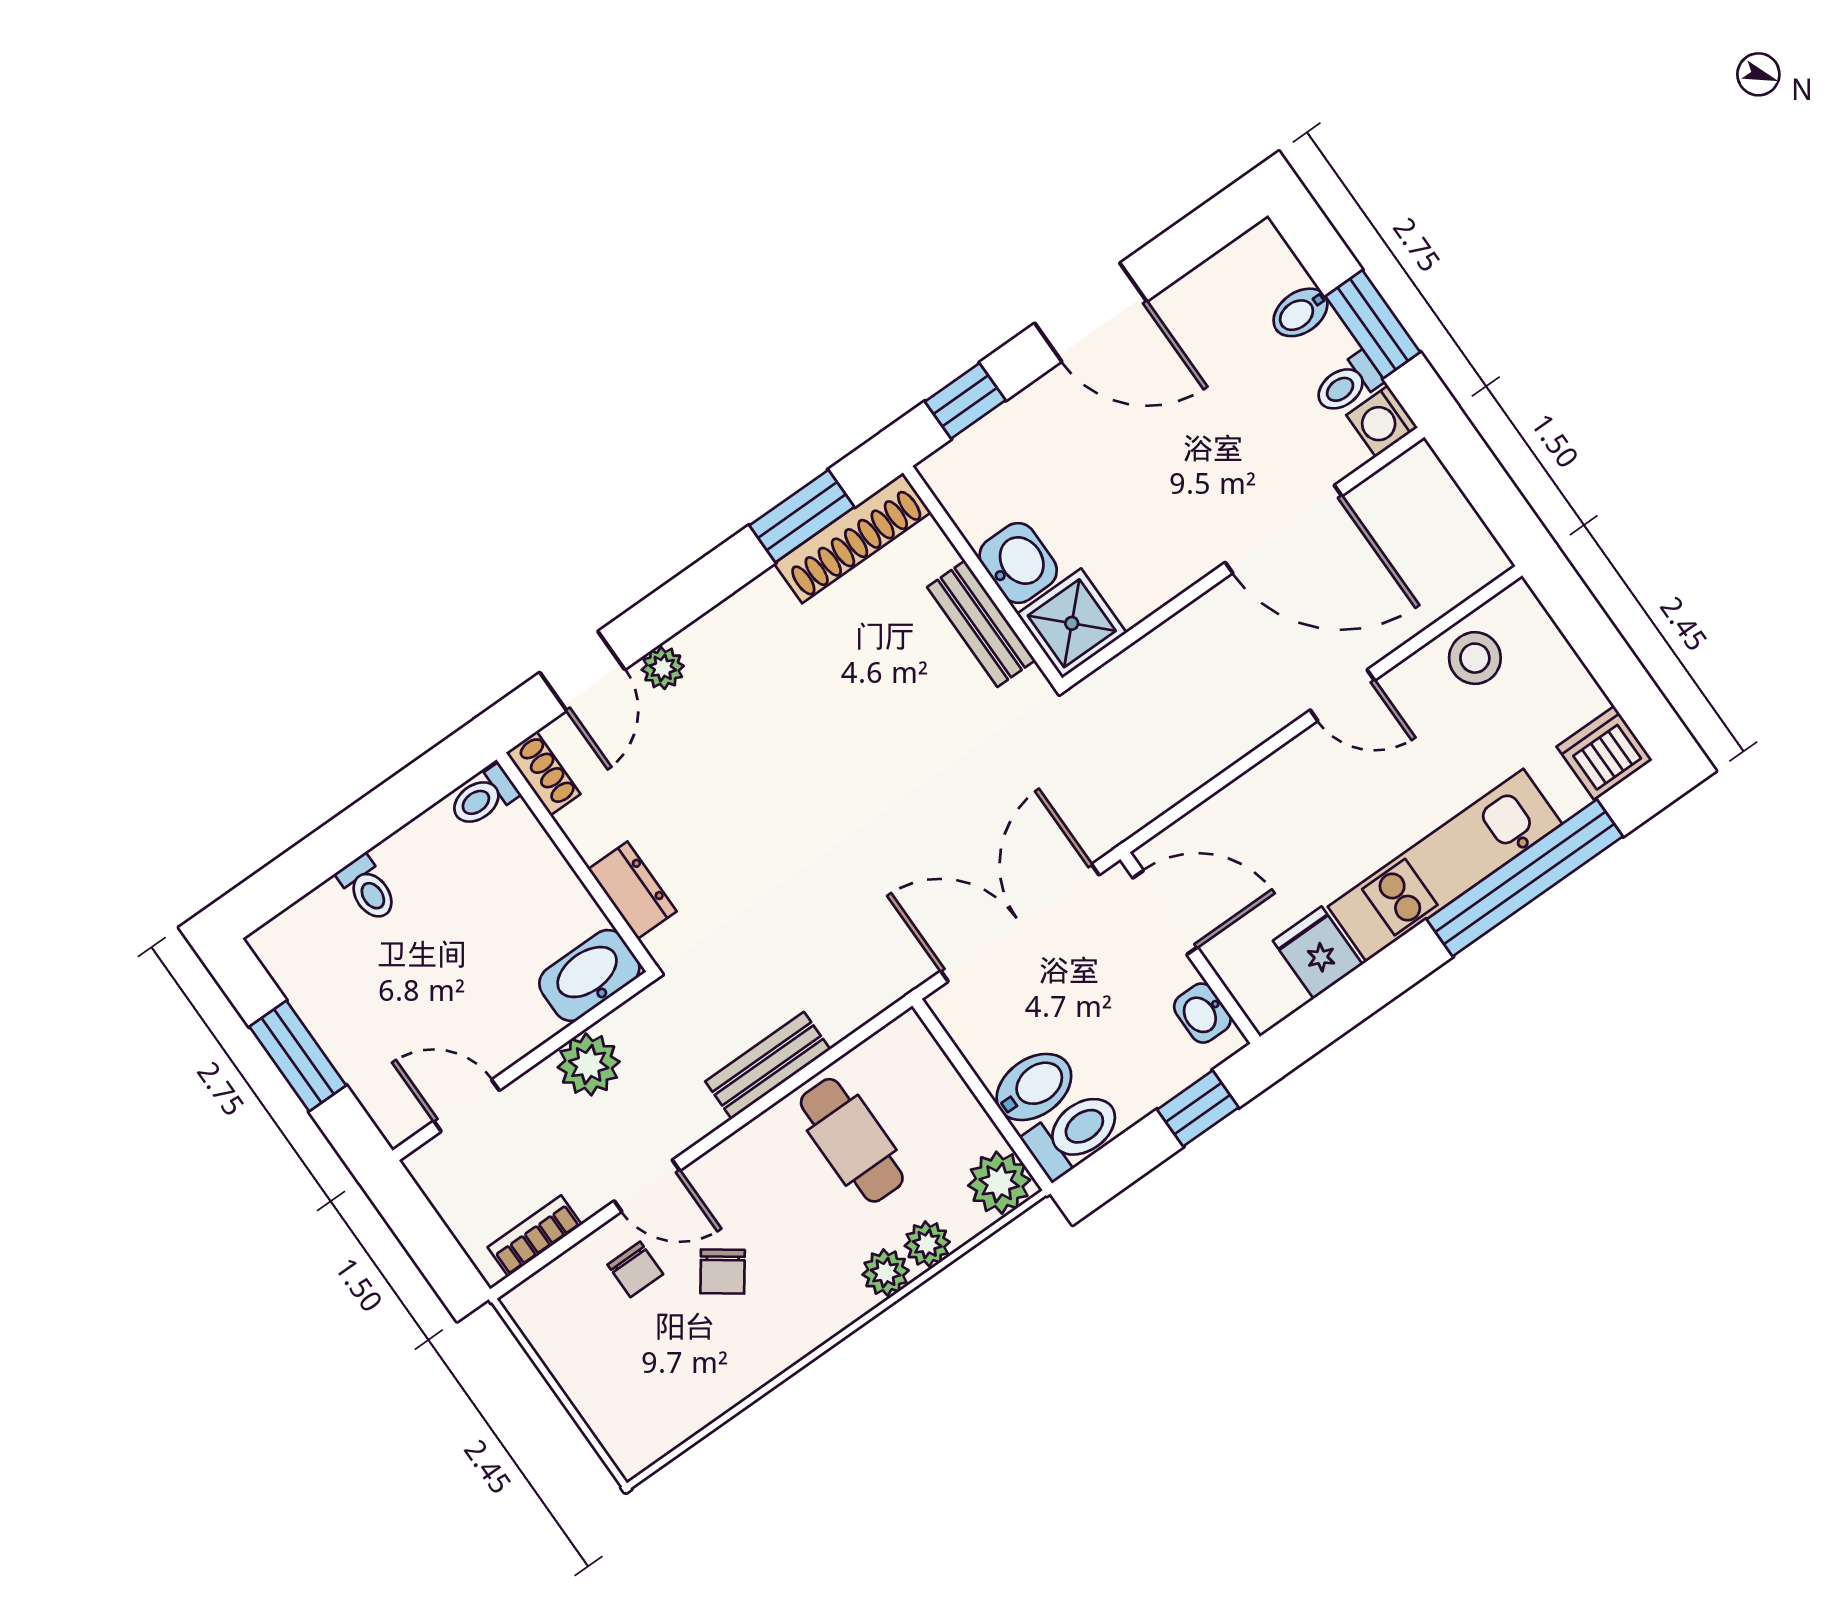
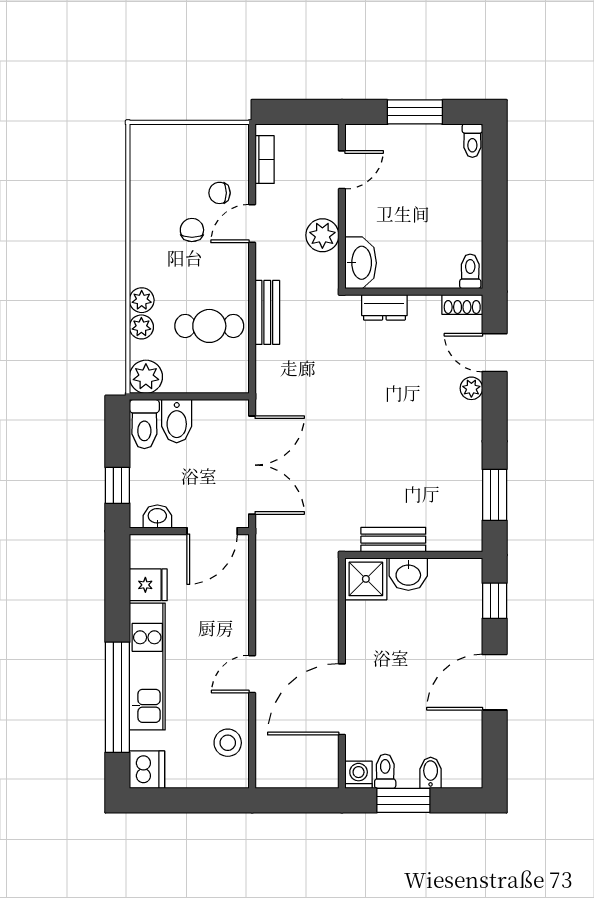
shoe rack: (853, 538) -> (470, 510), removed
toilet: (368, 889) -> (472, 141), moved, turned -90
chair: (723, 1272) -> (192, 230), turned 54

